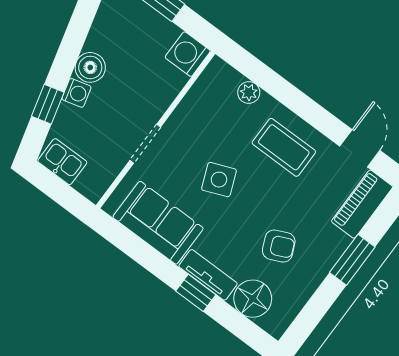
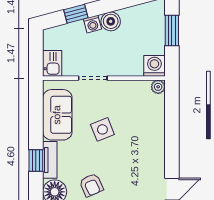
plant: (249, 92) -> (158, 87), moved
coffee table: (284, 147) -> (143, 150), removed
kitchen sink: (62, 162) -> (52, 63), moved

